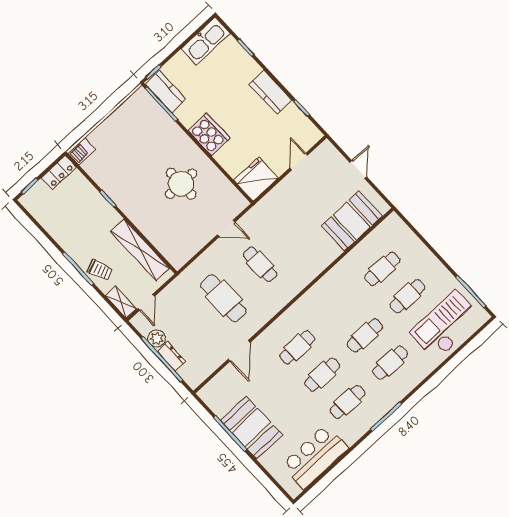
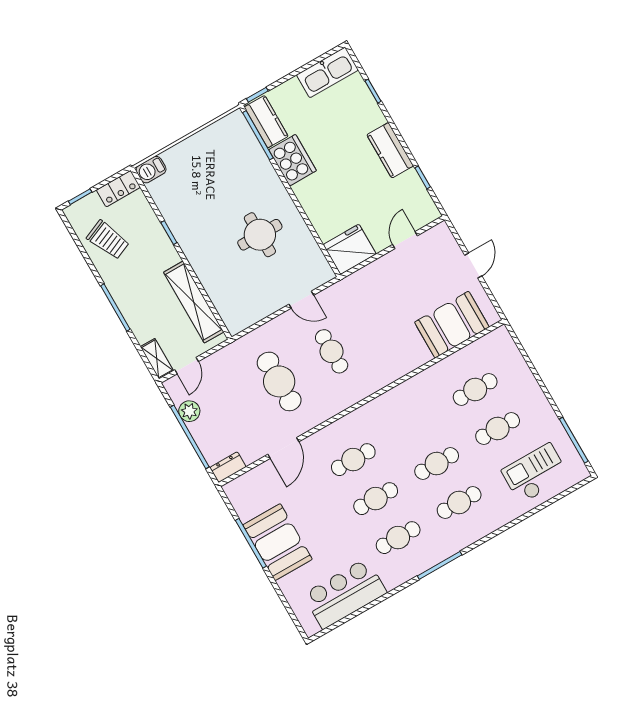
cooker: (209, 134) -> (293, 160), moved
trolley: (100, 270) -> (108, 240), moved, width x1.36, depth x1.39
checkout: (446, 325) -> (535, 473), width x0.73, depth x0.83
dresser: (171, 356) -> (228, 467), moved, turned -90

